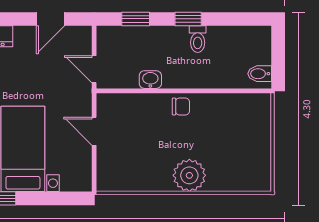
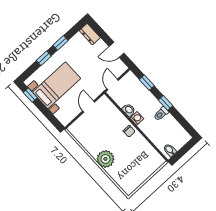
washing machine: (173, 79) -> (137, 118), added

